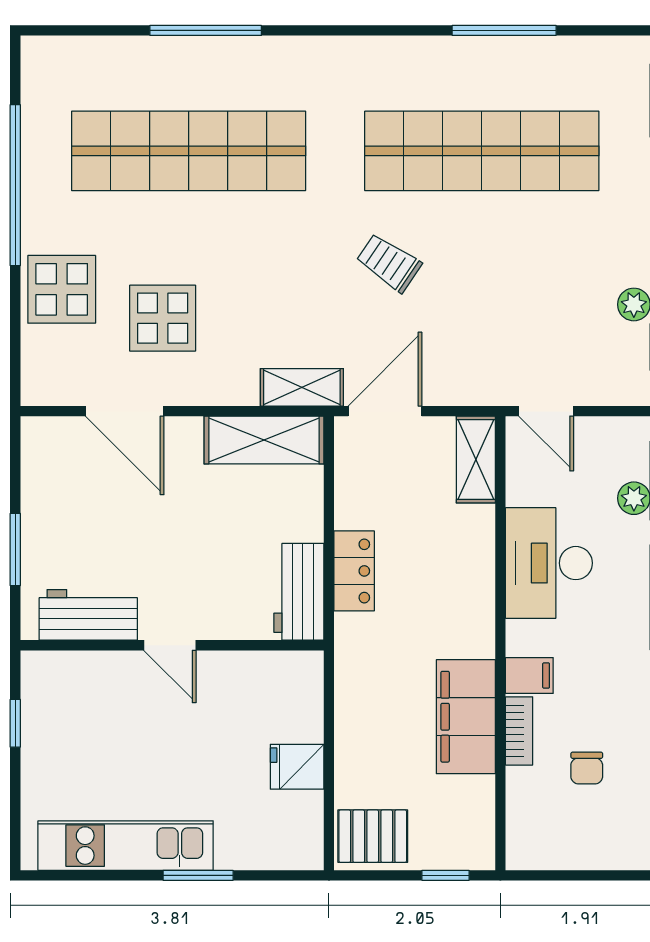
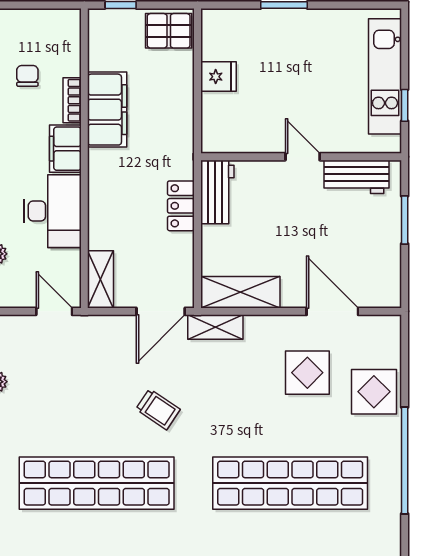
filing cabinet: (529, 675) -> (65, 149), width x2.00
kitchen unit: (126, 846) -> (385, 76), moved, turned 90

